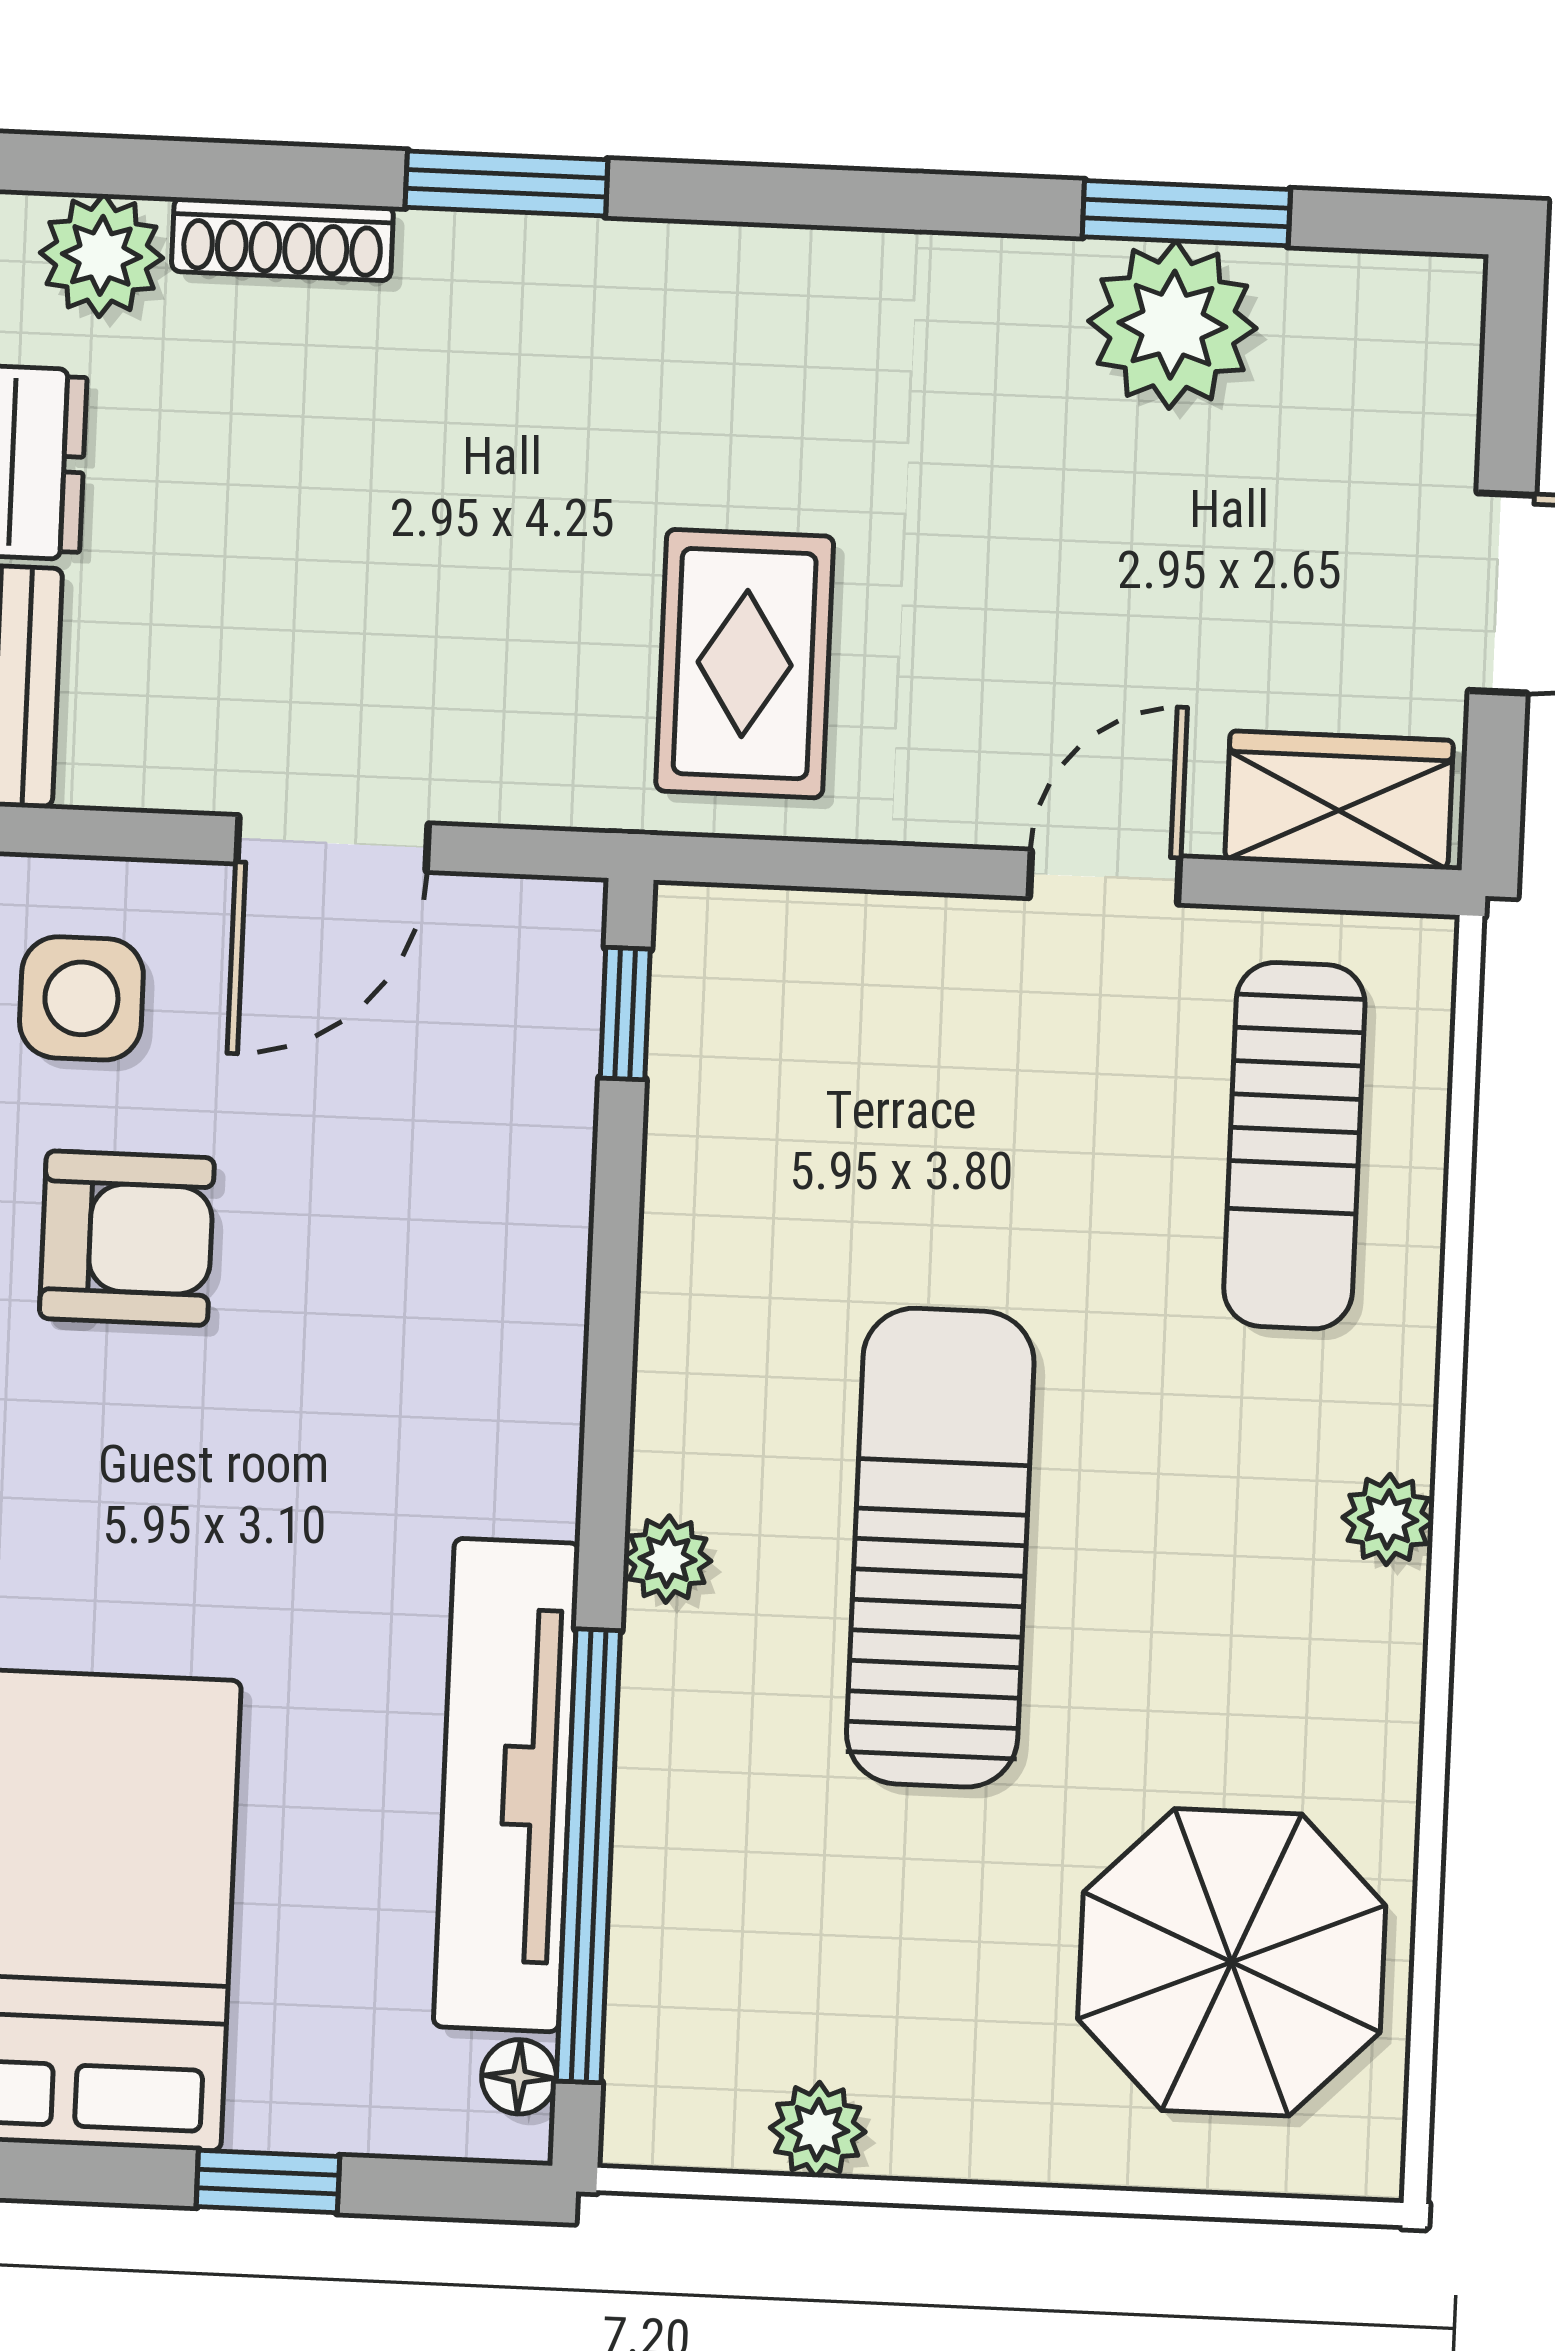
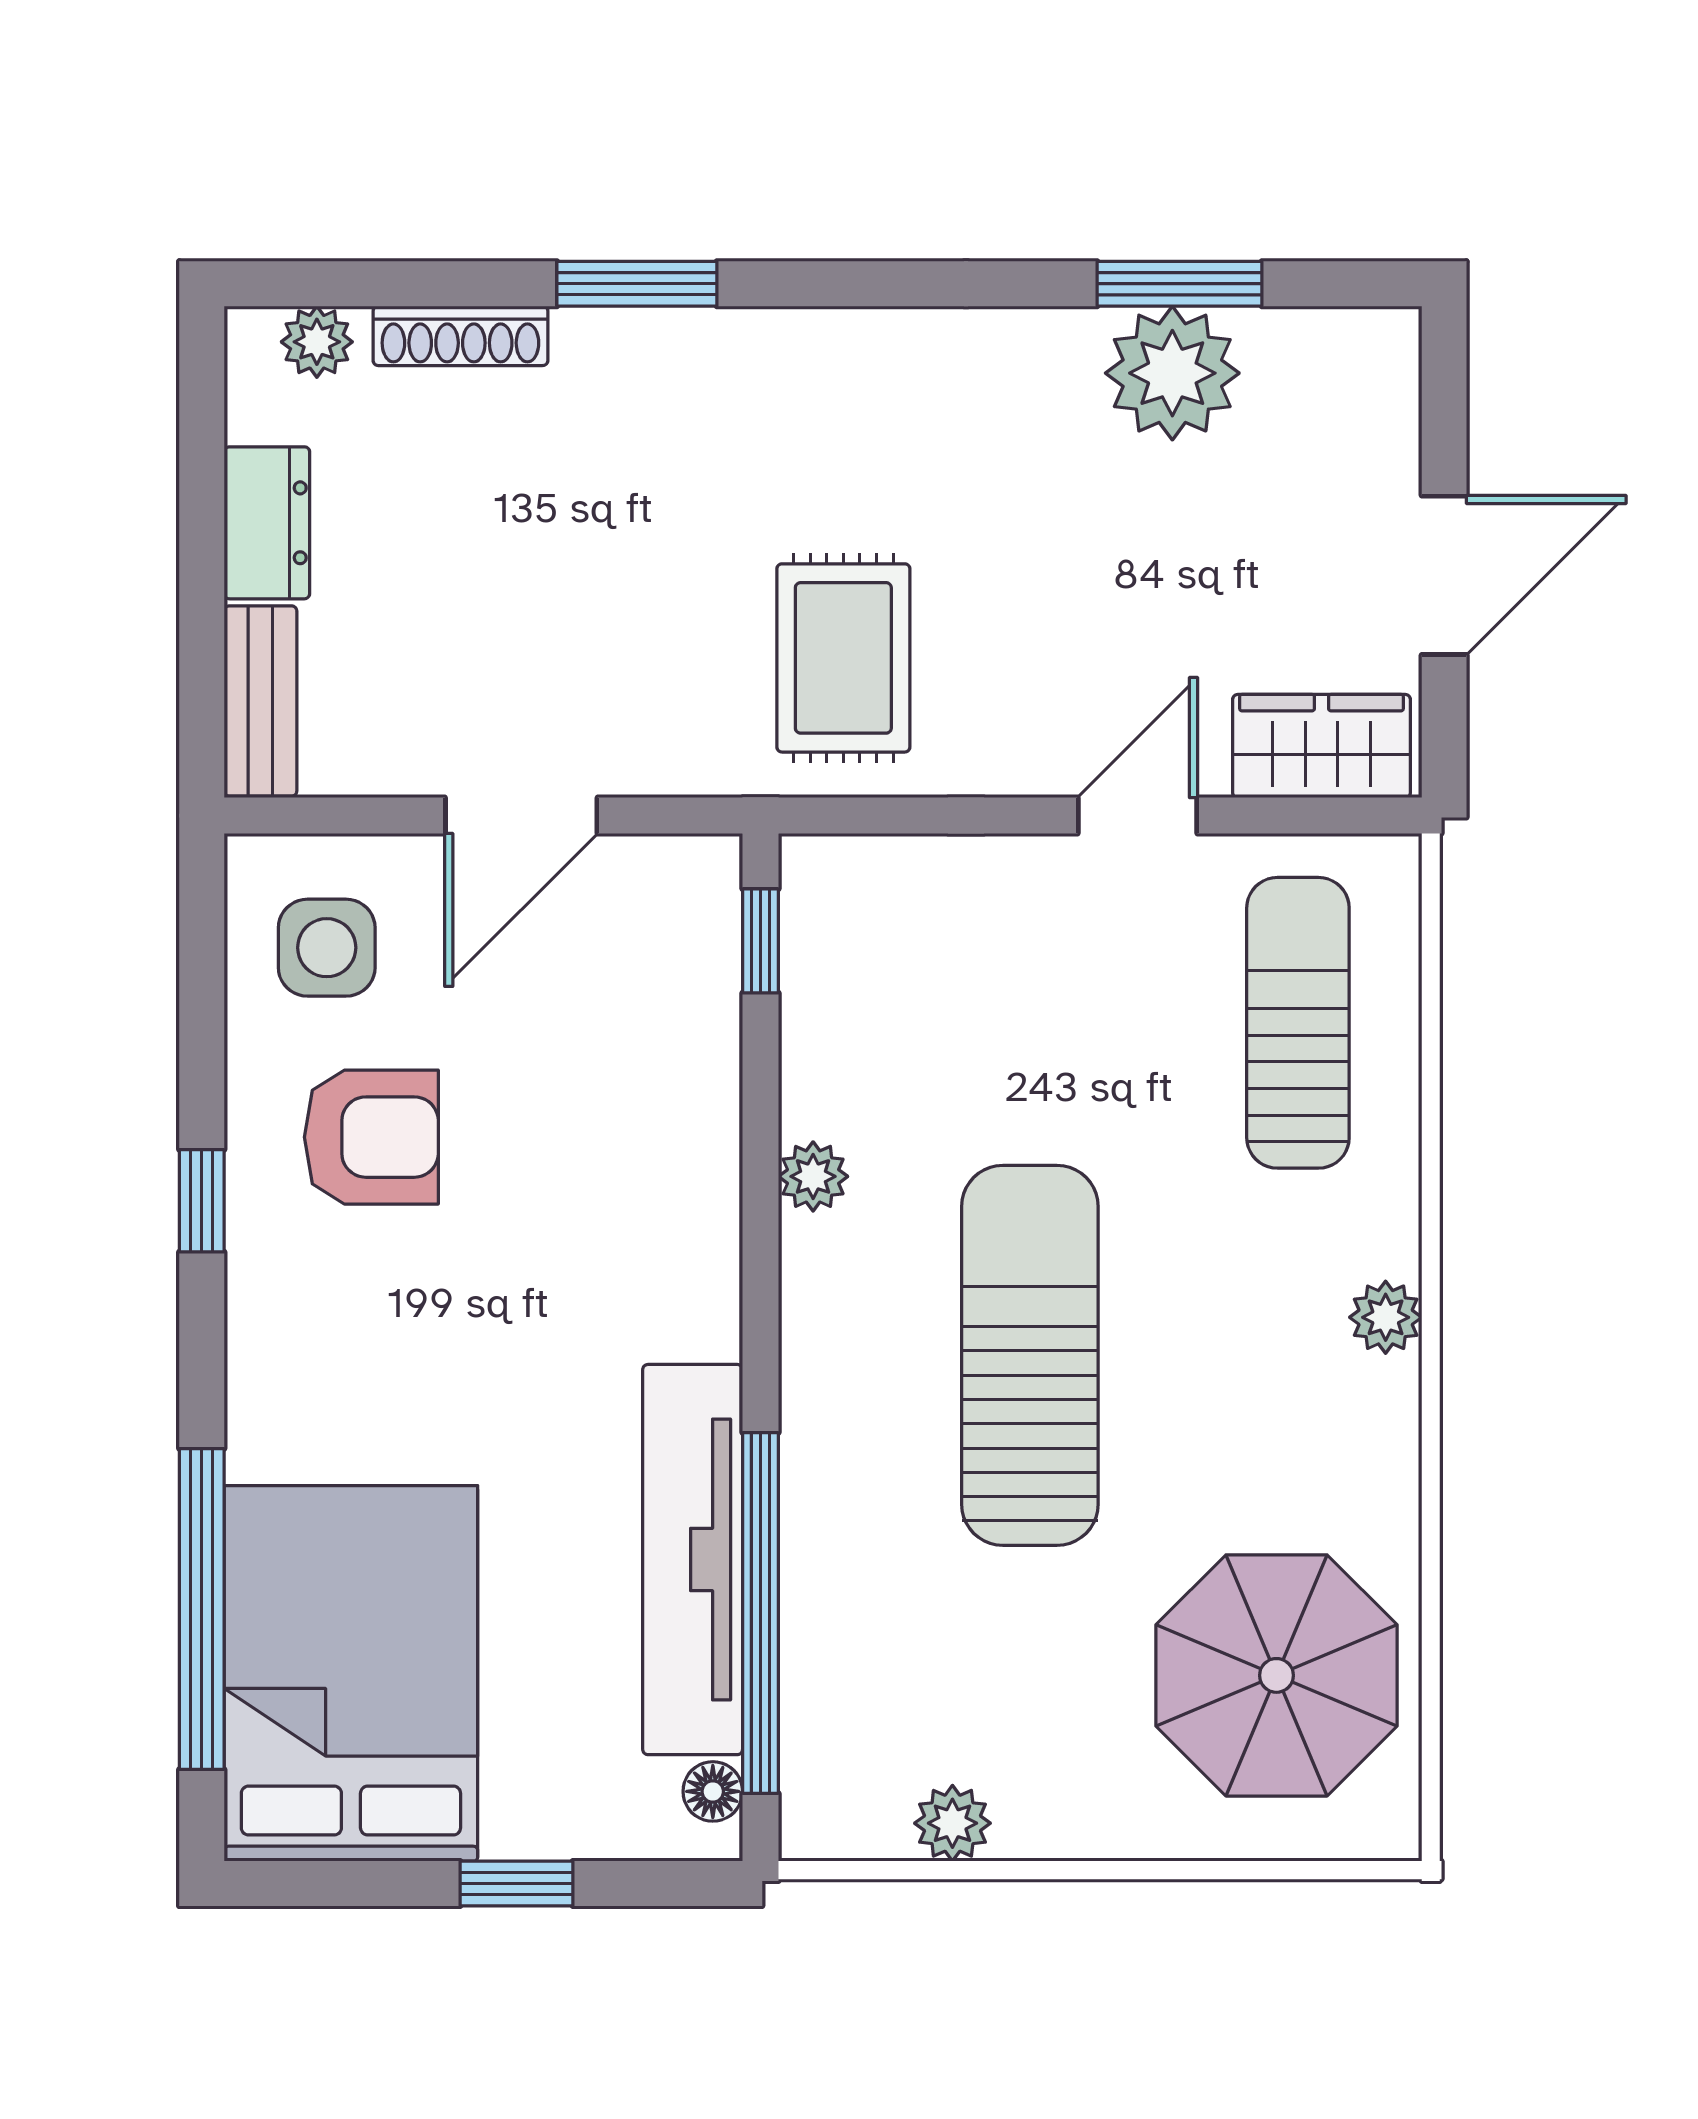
plant: (101, 255) -> (317, 342), width x0.73, depth x0.73
sun lounger: (1294, 1146) -> (1298, 1023), turned 180
plant: (667, 1559) -> (813, 1176), moved

